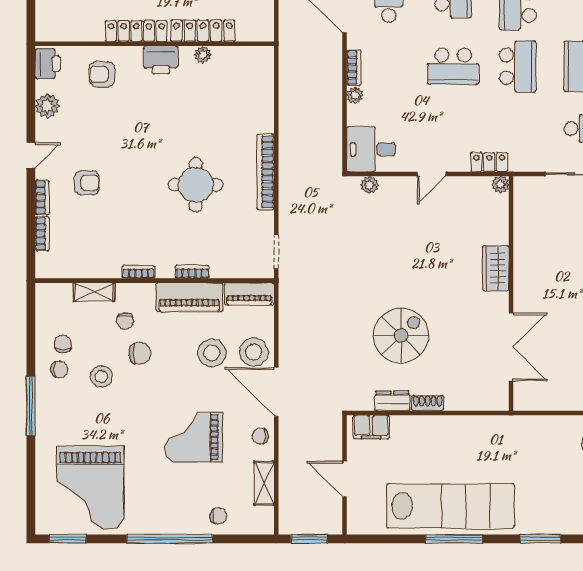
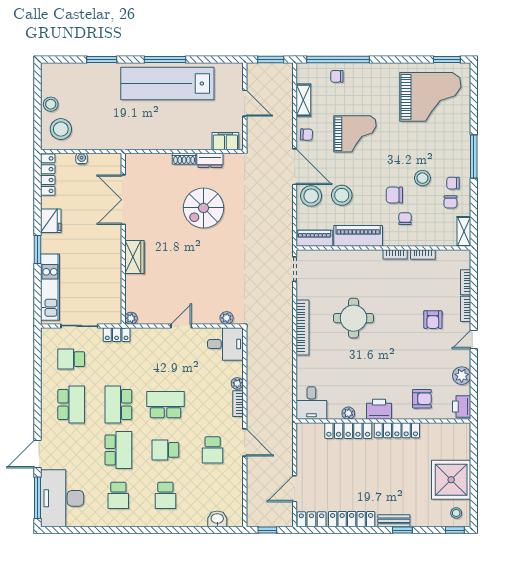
desk: (253, 68) -> (311, 403), added
locker: (489, 162) -> (117, 335), moved
armchair: (87, 183) -> (433, 320), turned -90
bookcase: (192, 272) -> (423, 255), moved
shelving: (94, 292) -> (464, 231), moved, turned 90
water cooler: (568, 403) -> (82, 159), added
grand piano: (90, 488) -> (430, 97), turned 90
window: (170, 539) -> (338, 60), moved

